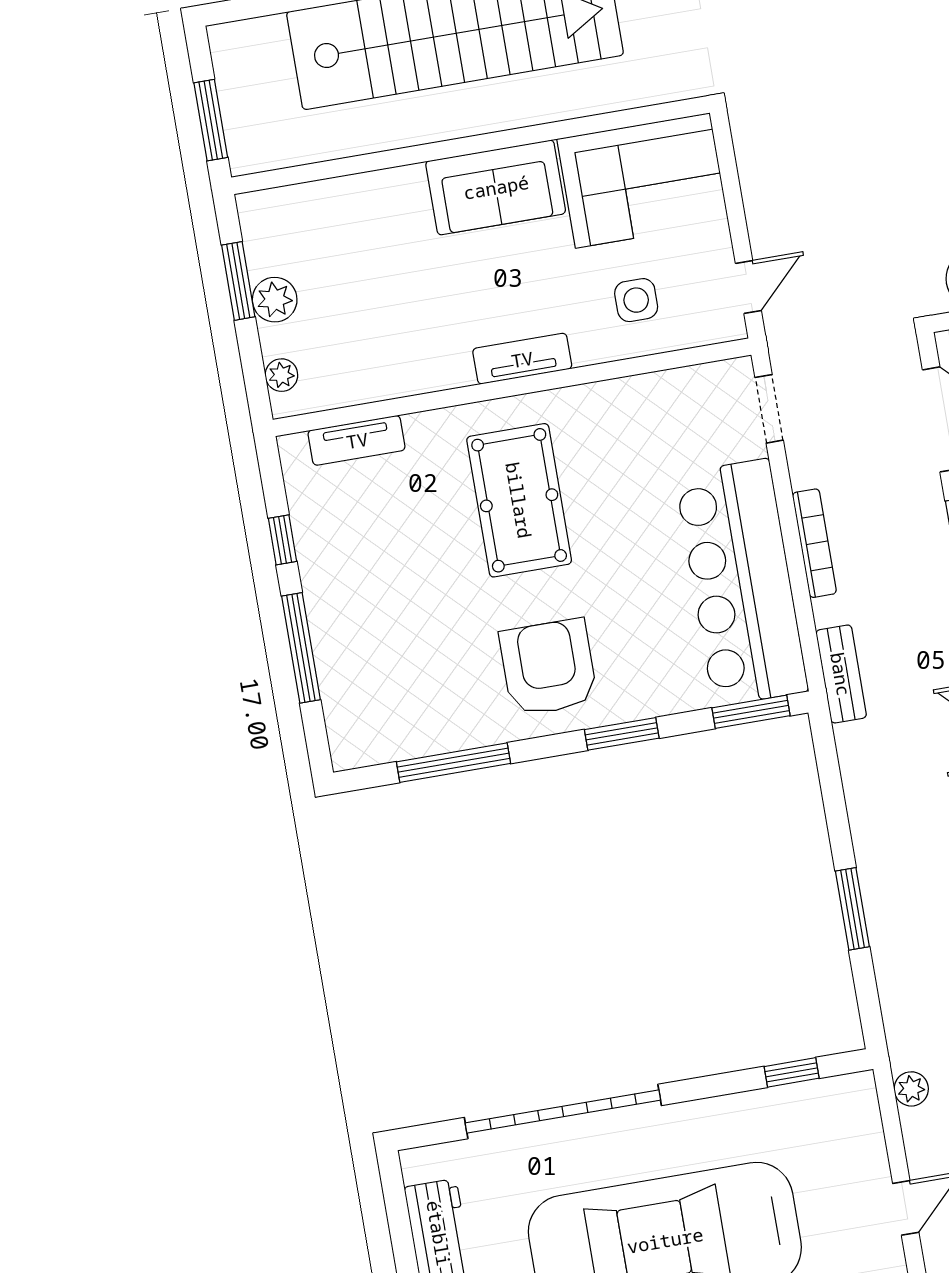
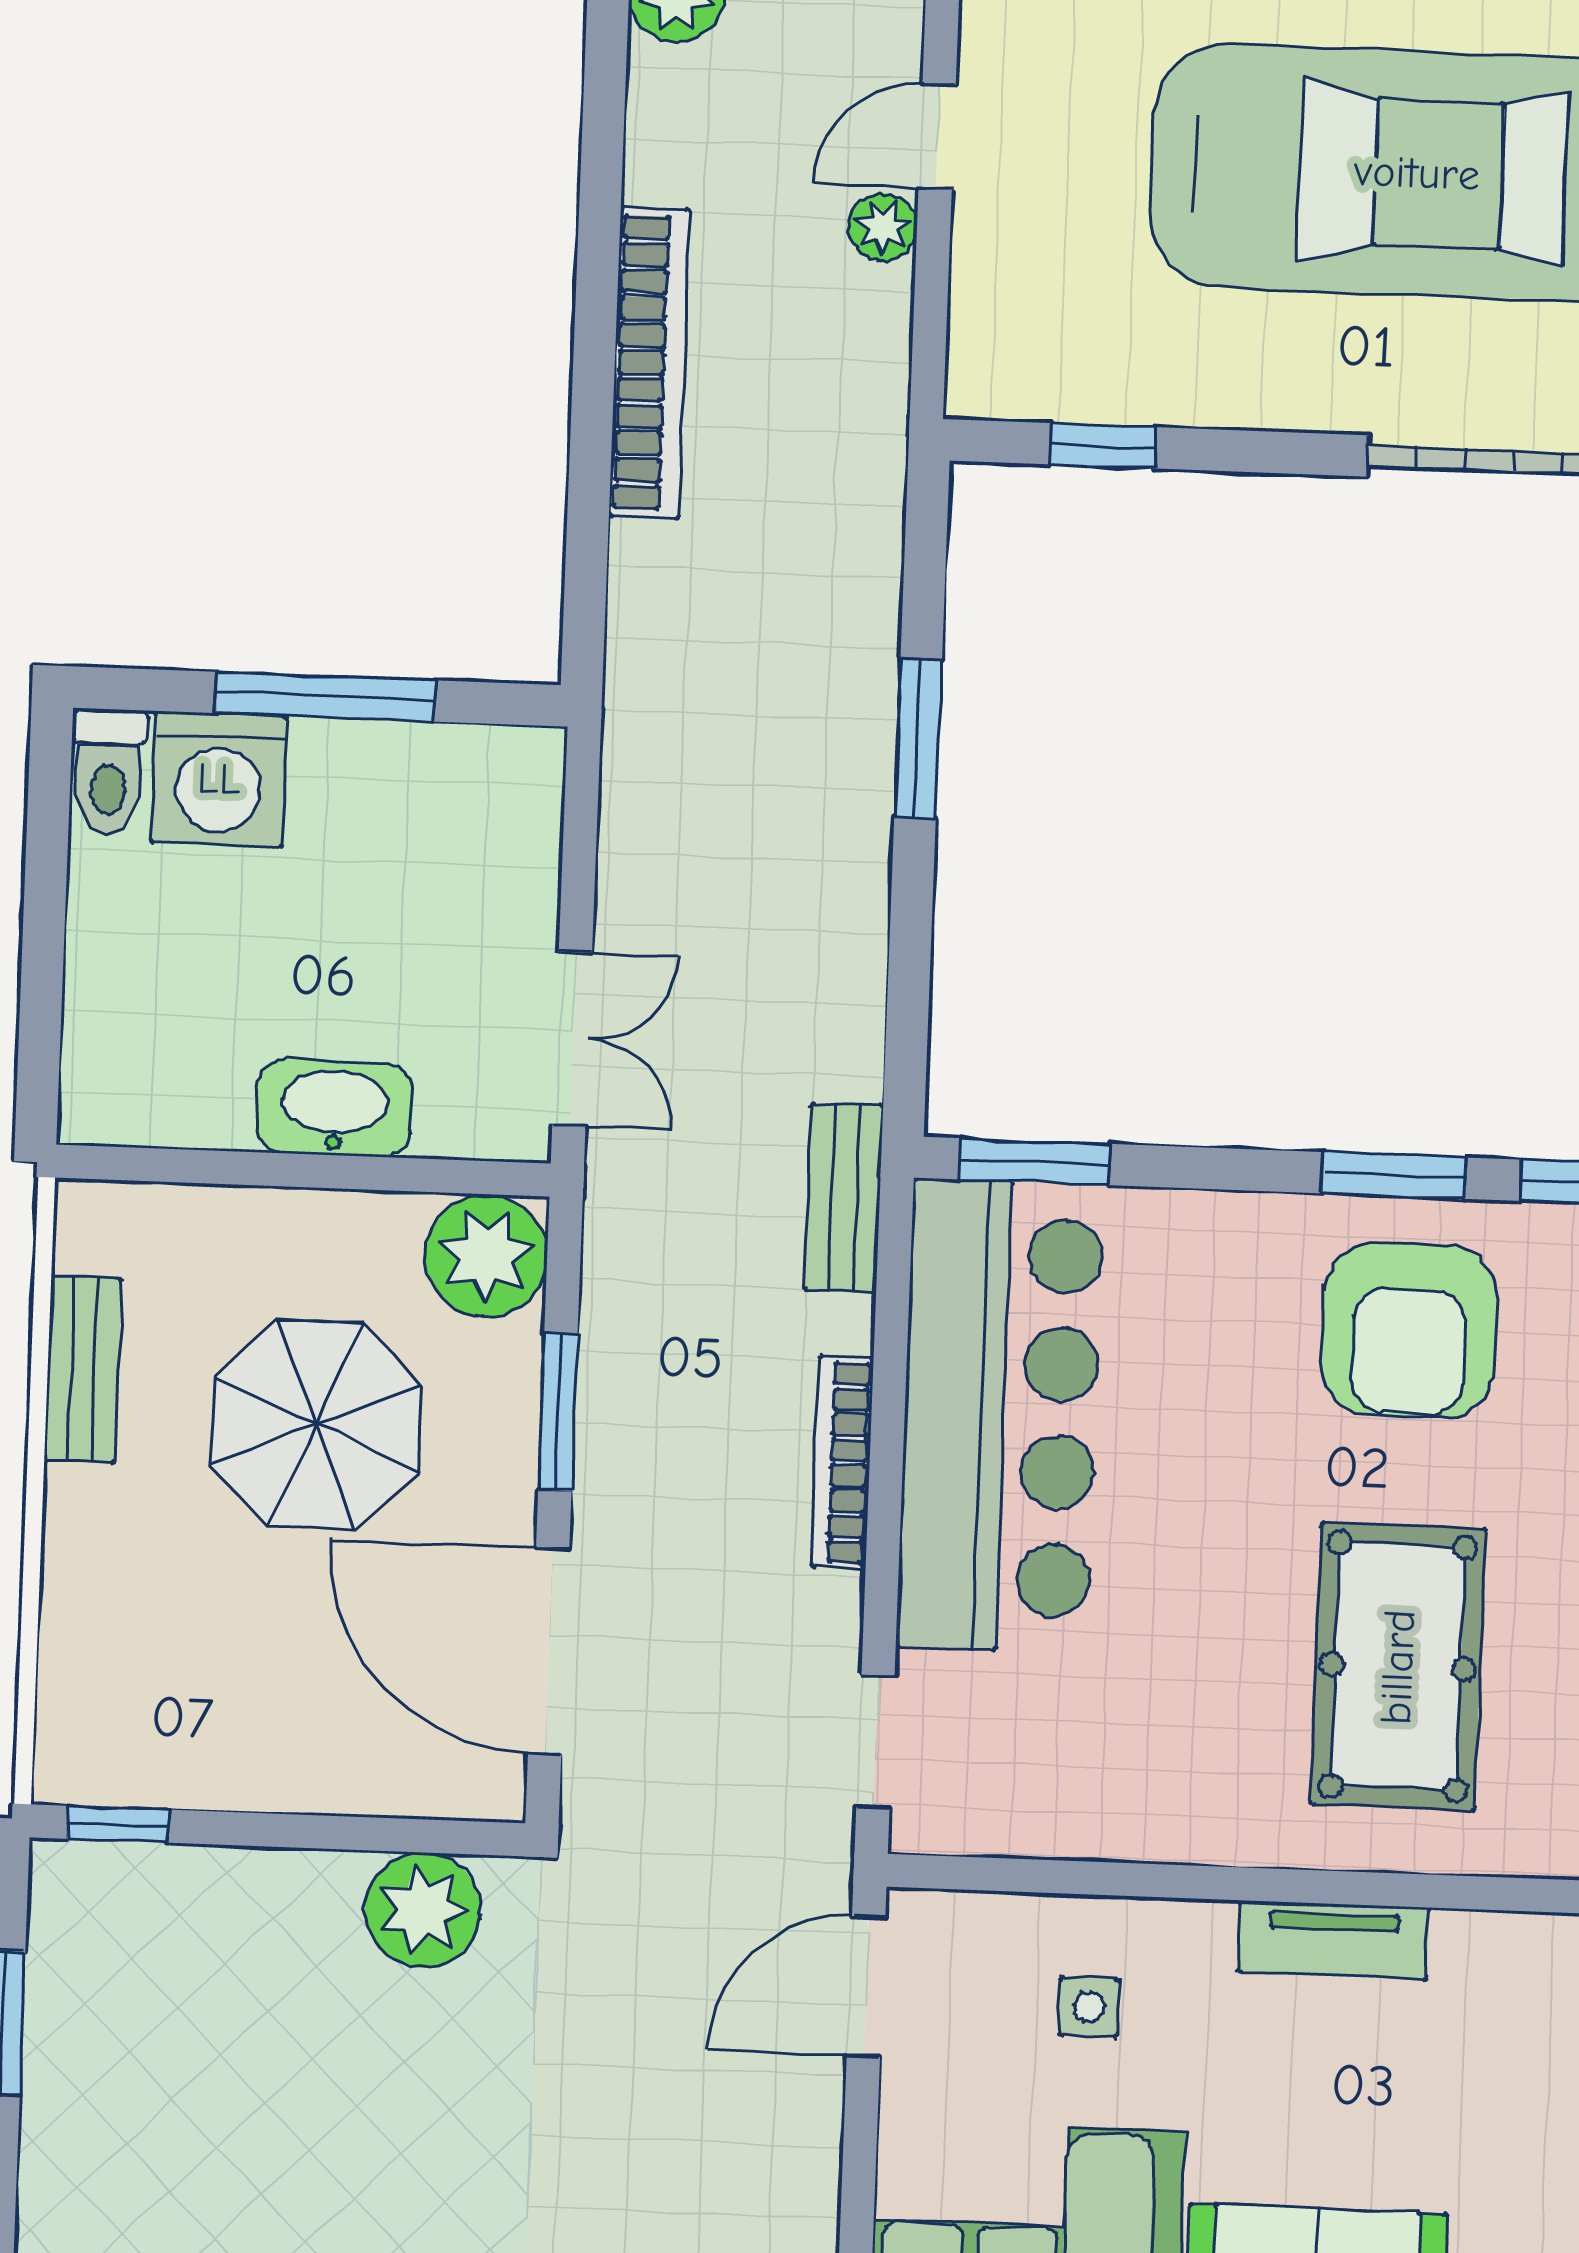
door: (748, 287) -> (866, 1986), width x1.38
side table: (636, 300) -> (1089, 2007), width x0.73, depth x0.73
window: (622, 734) -> (1394, 1175), moved
plant: (911, 1089) -> (883, 227), moved

